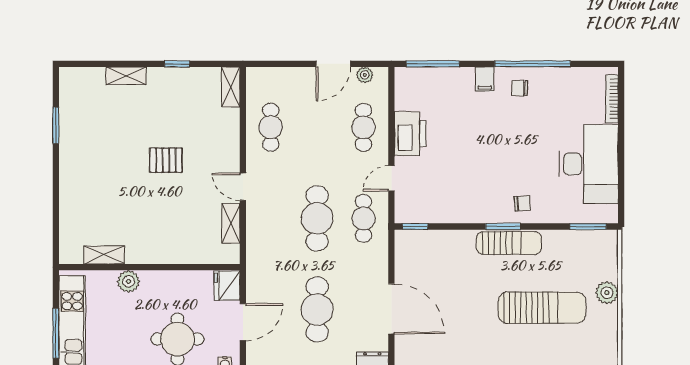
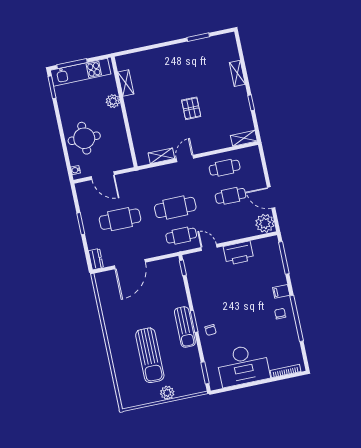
plant: (365, 75) -> (265, 223), width x1.87, depth x1.87
cafe table: (364, 127) -> (231, 196), moved
fridge: (227, 286) -> (123, 161), removed

